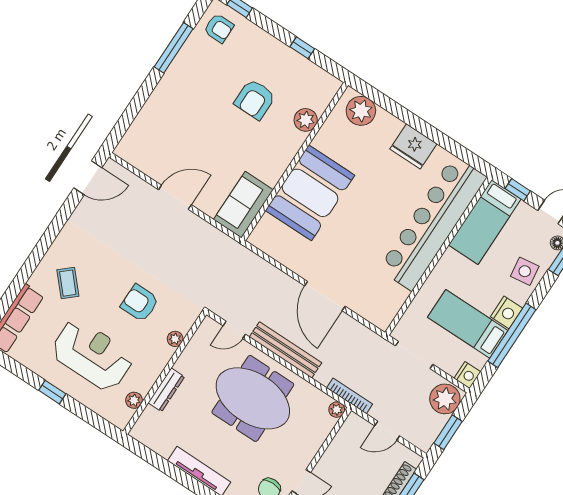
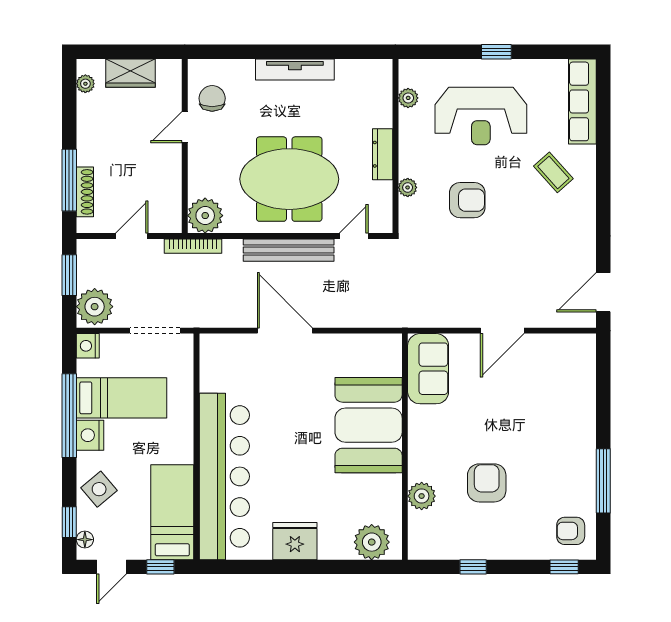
side table: (525, 271) -> (99, 489), turned -32
dresser: (166, 390) -> (383, 154), moved
plant: (337, 410) -> (205, 216), width x1.88, depth x1.88

